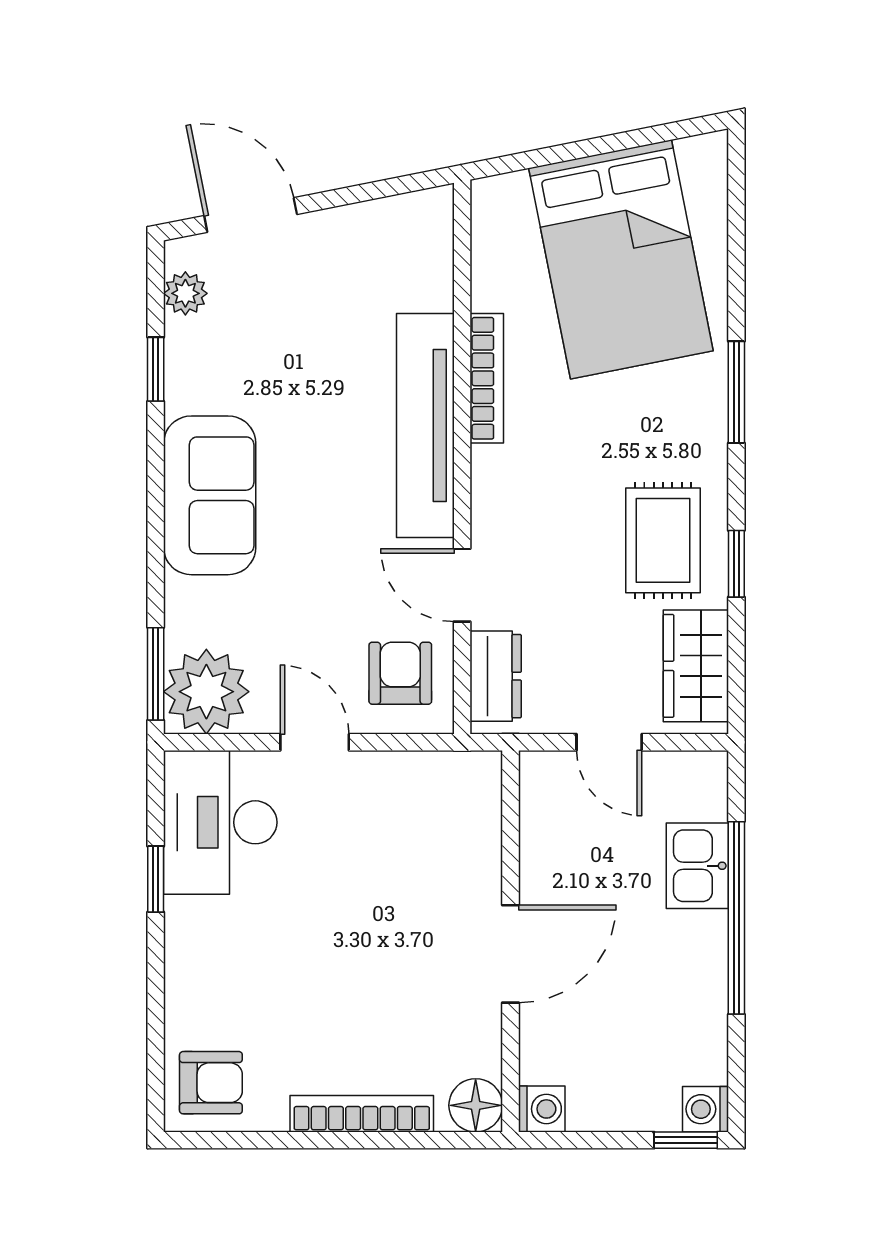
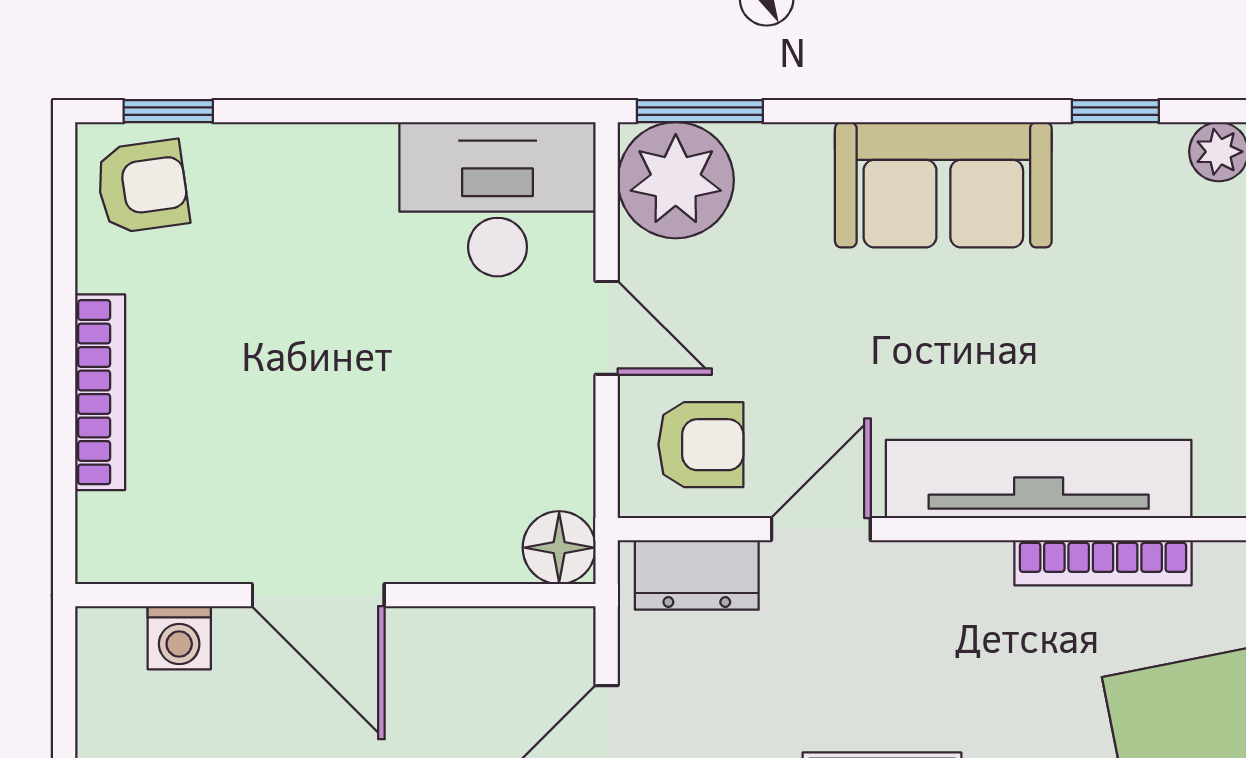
door: (315, 742) -> (607, 328), hinge flipped
window: (156, 879) -> (168, 111), moved
armchair: (211, 1083) -> (142, 187), turned -98
floor lamp: (476, 1105) -> (559, 548), moved
washing machine: (542, 1109) -> (179, 638), moved

